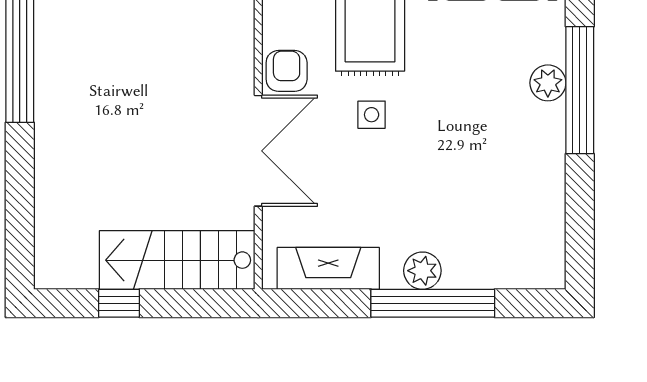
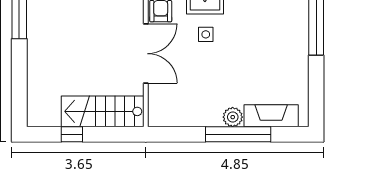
plant: (548, 83) -> (299, 18), removed
fireplace: (328, 268) -> (271, 116), moved

